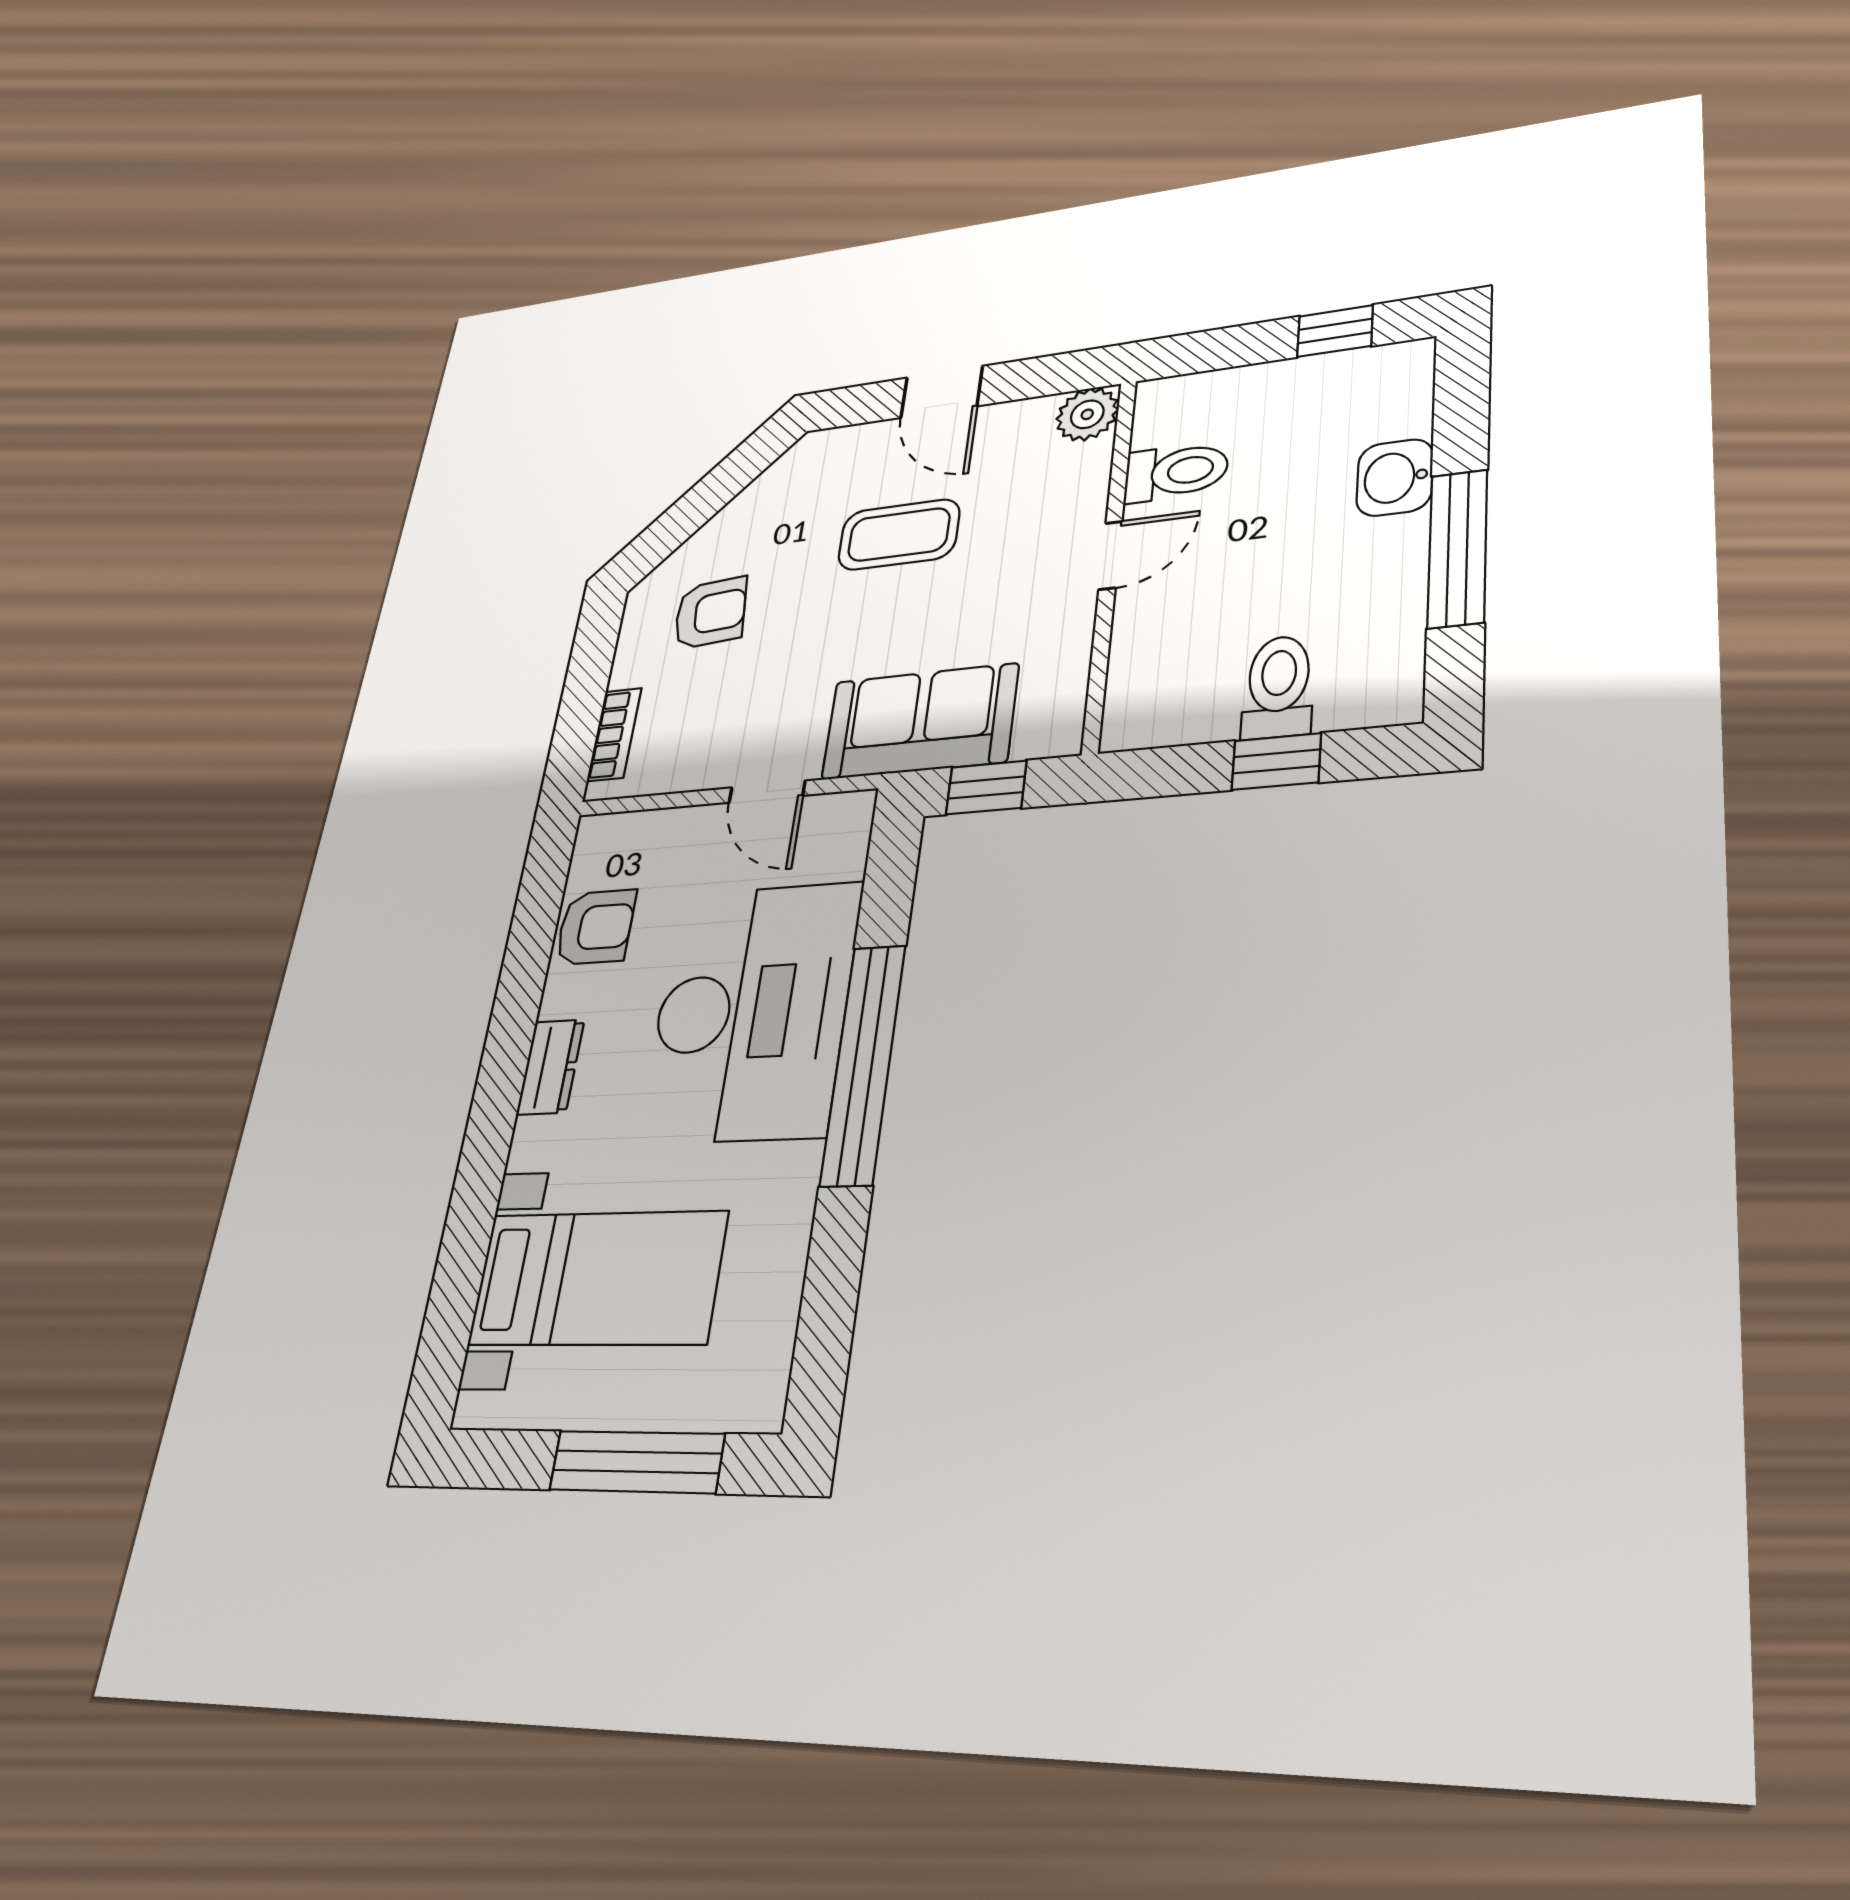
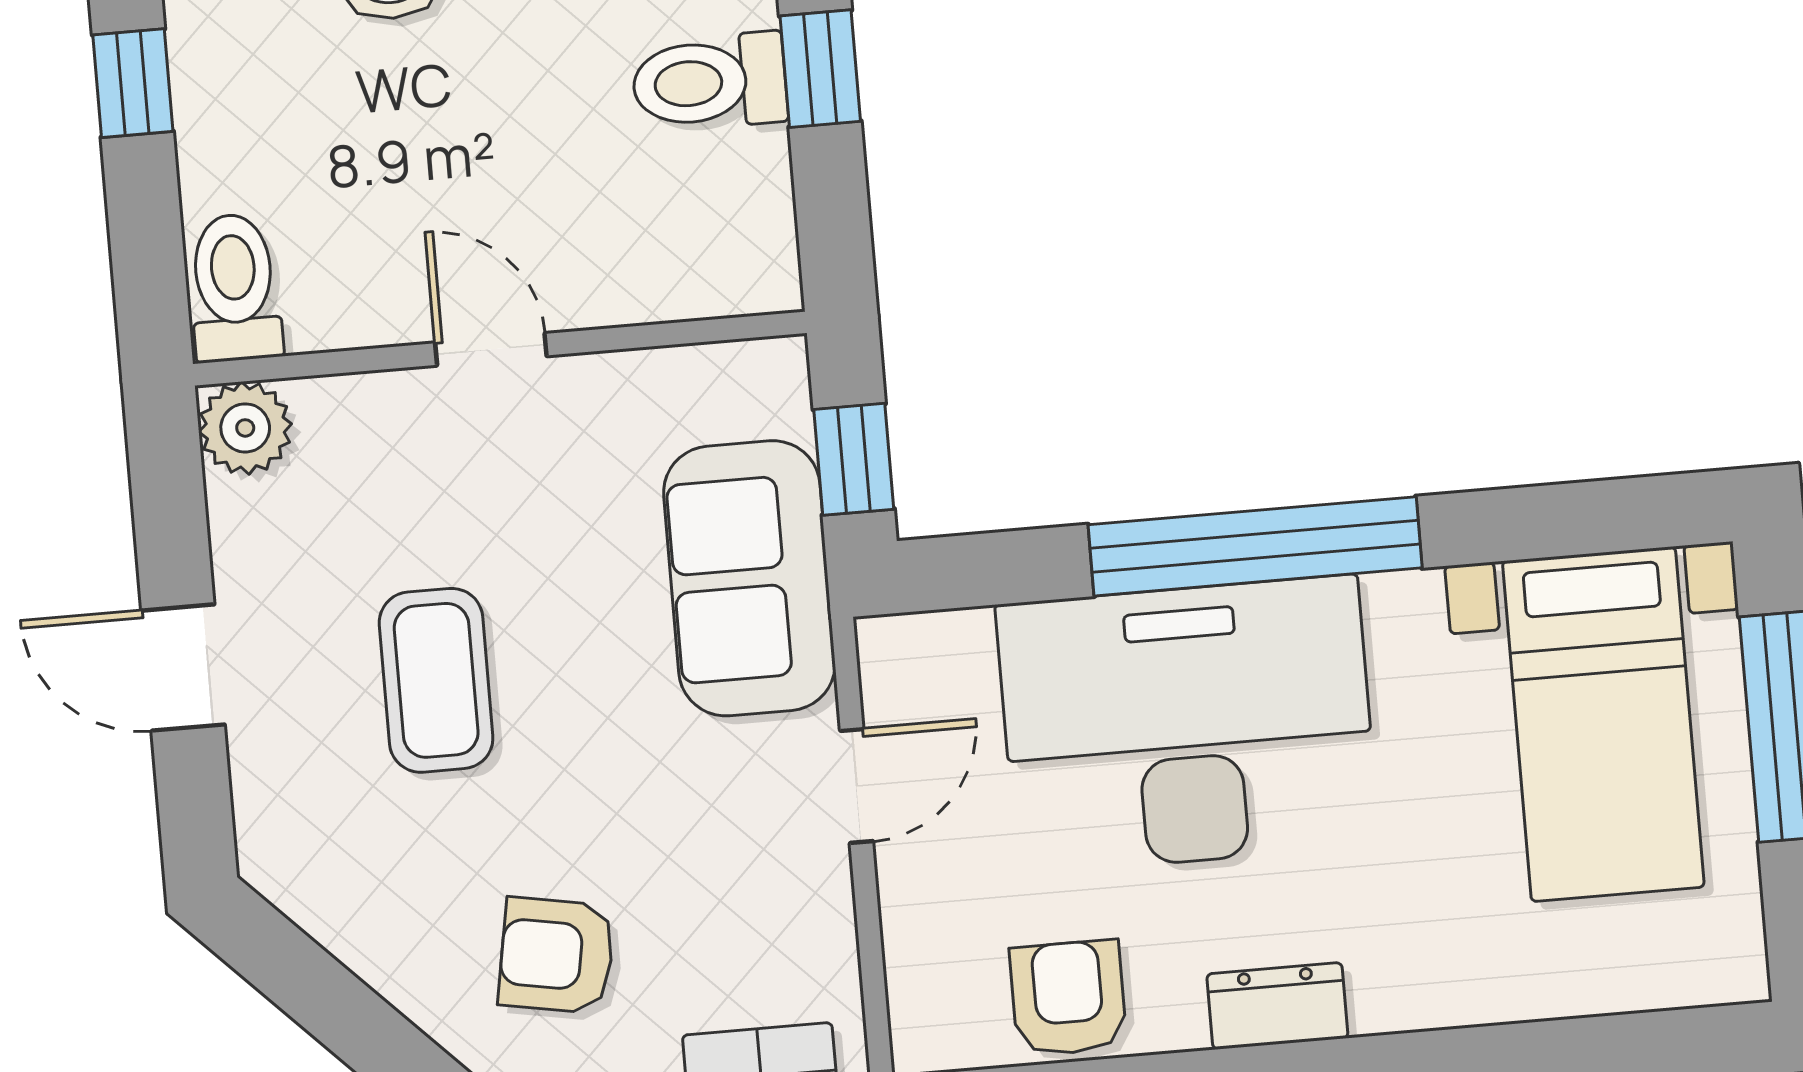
door: (942, 392) -> (183, 668), swing flipped
toilet: (1176, 472) -> (235, 288), moved
armchair: (710, 613) -> (557, 955), turned -75
bed with nightstands: (597, 1278) -> (1603, 724), moved, turned 180

